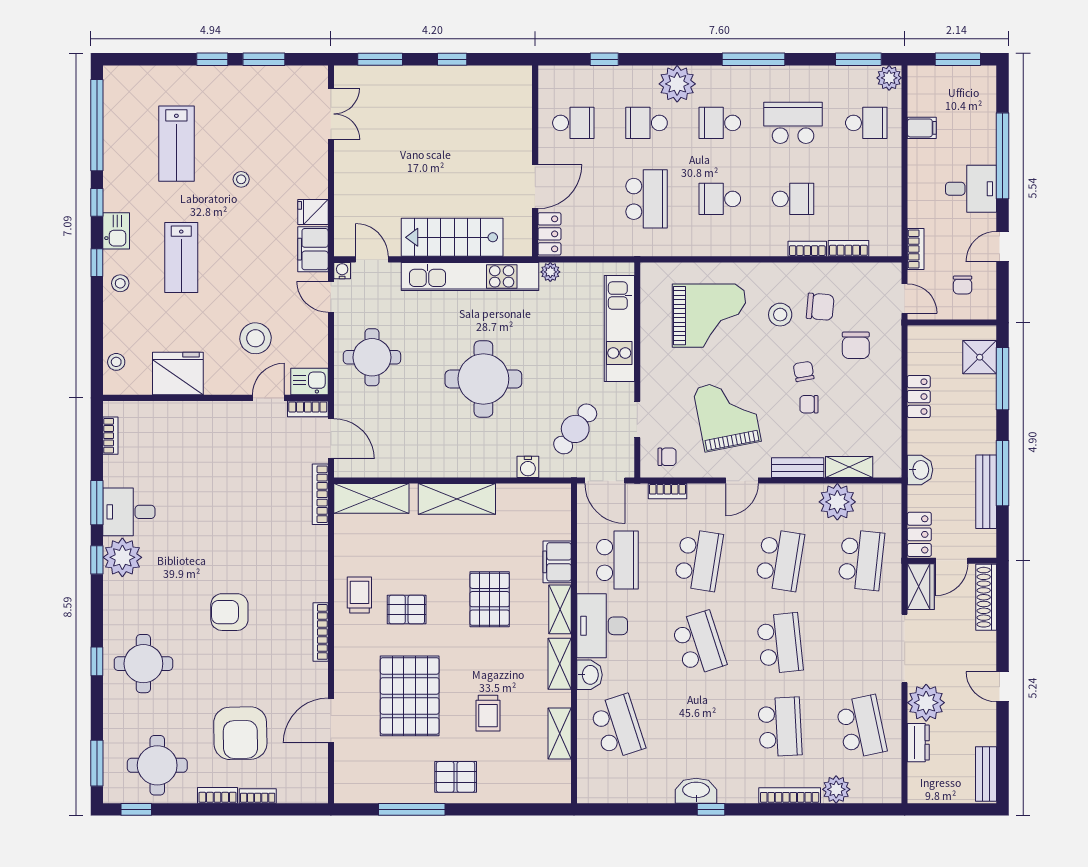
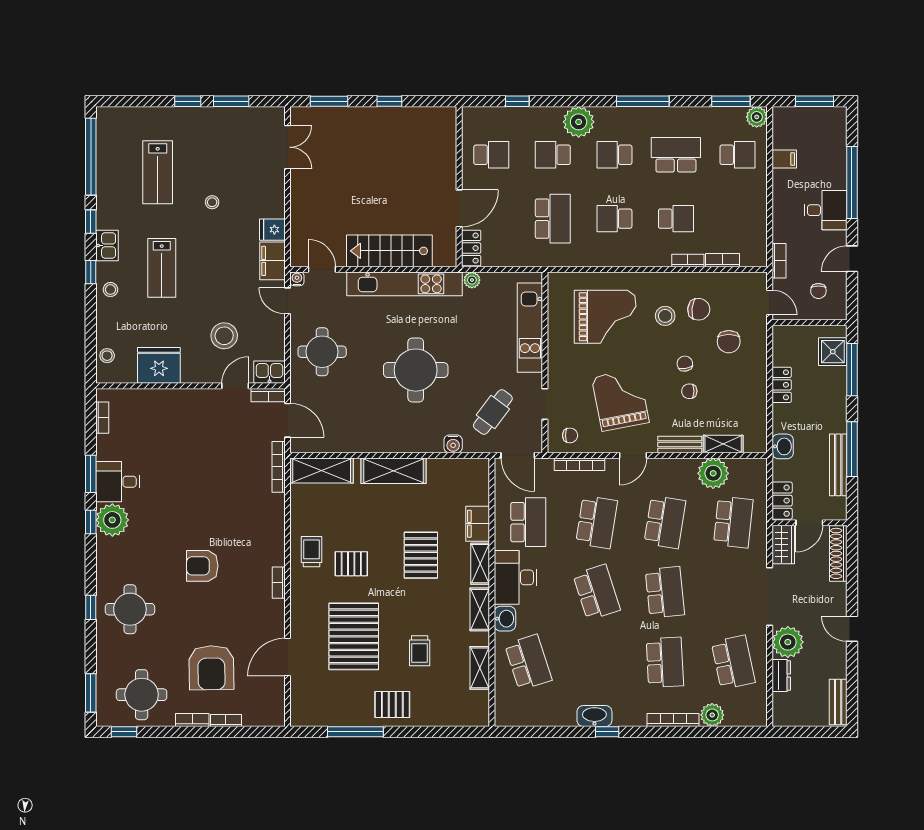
bookcase: (667, 491) -> (579, 464), width x1.56
bookcase: (321, 632) -> (279, 583), width x0.64

